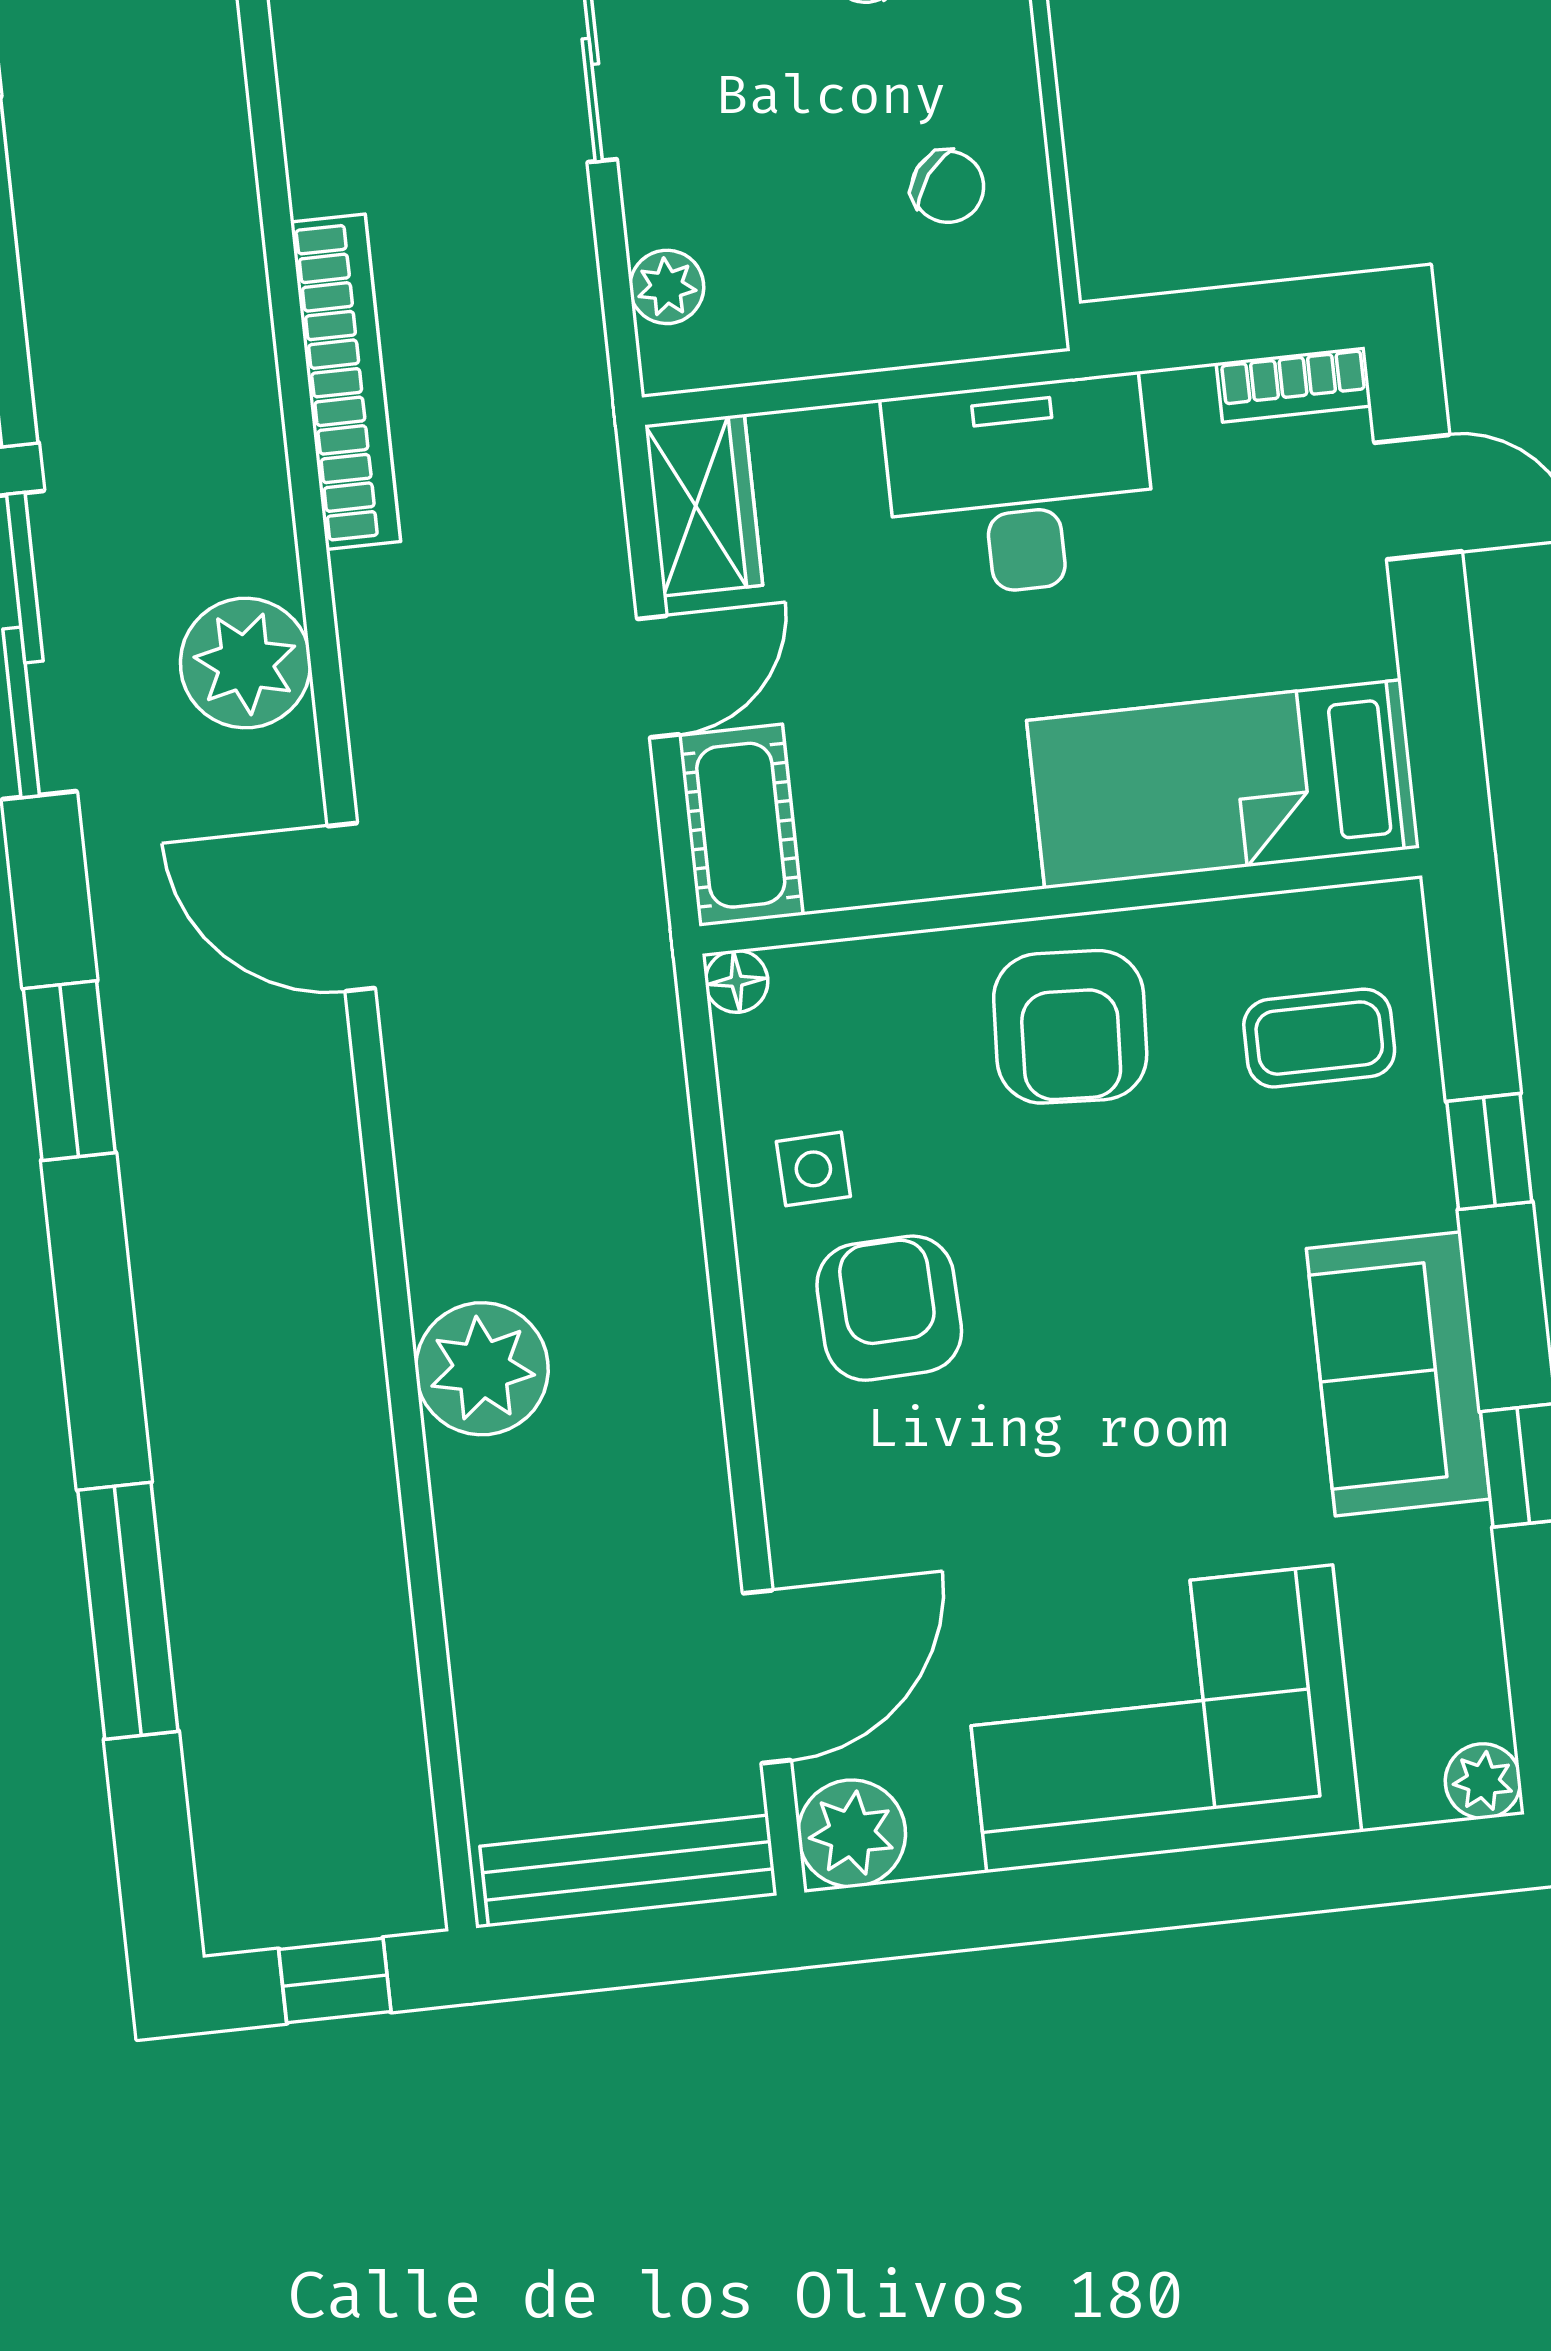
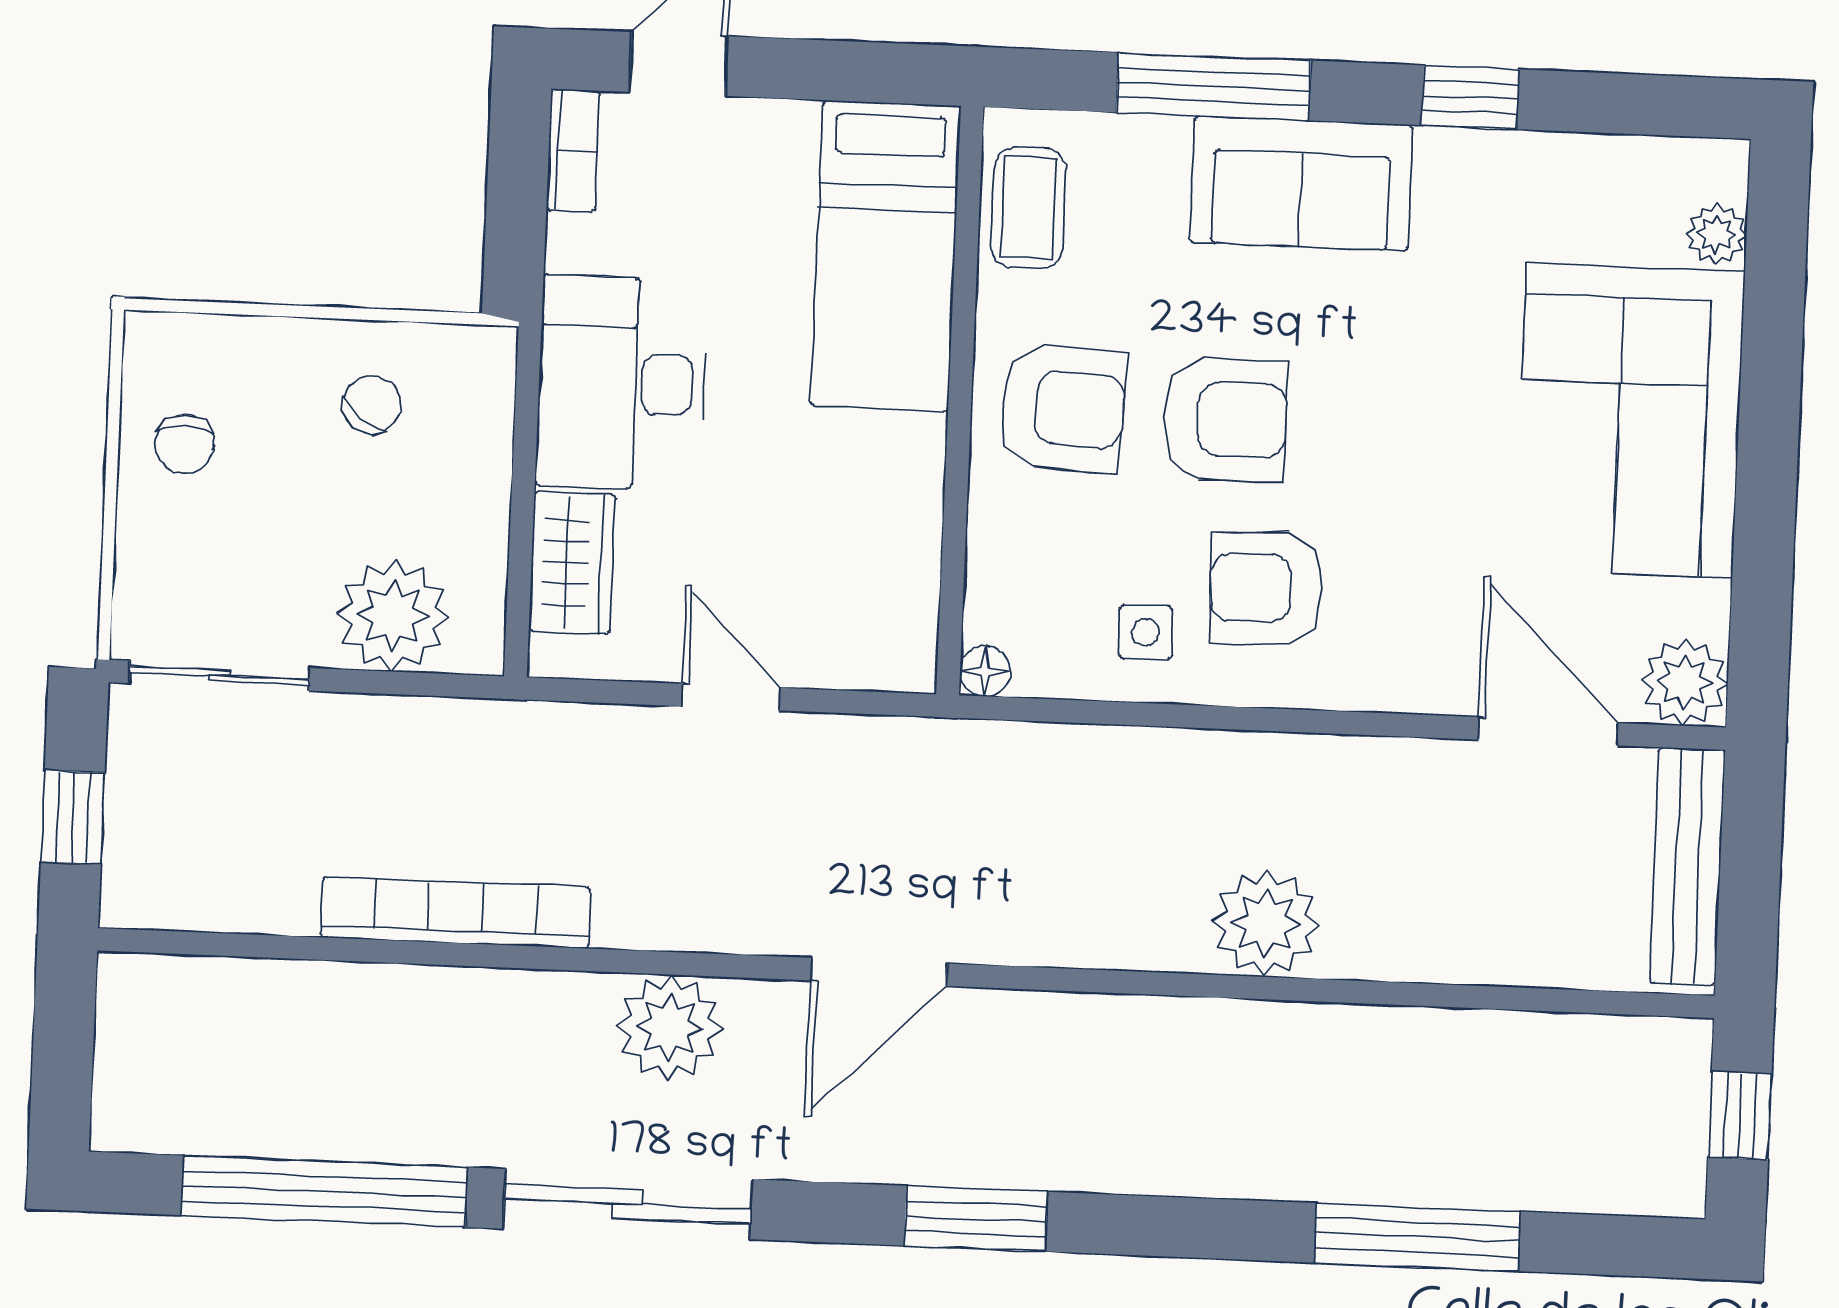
plant: (667, 287) -> (393, 615), width x1.88, depth x1.88
wardrobe: (704, 505) -> (572, 563), moved, turned 90
cot: (741, 825) -> (860, 649), removed
coffee table: (1319, 1038) -> (1029, 208), moved
window: (1489, 1152) -> (1214, 87), width x2.17
armchair: (1087, 1226) -> (1225, 419), added
sofa: (1398, 1374) -> (1301, 183), moved
plant: (1483, 1781) -> (1716, 234), moved

